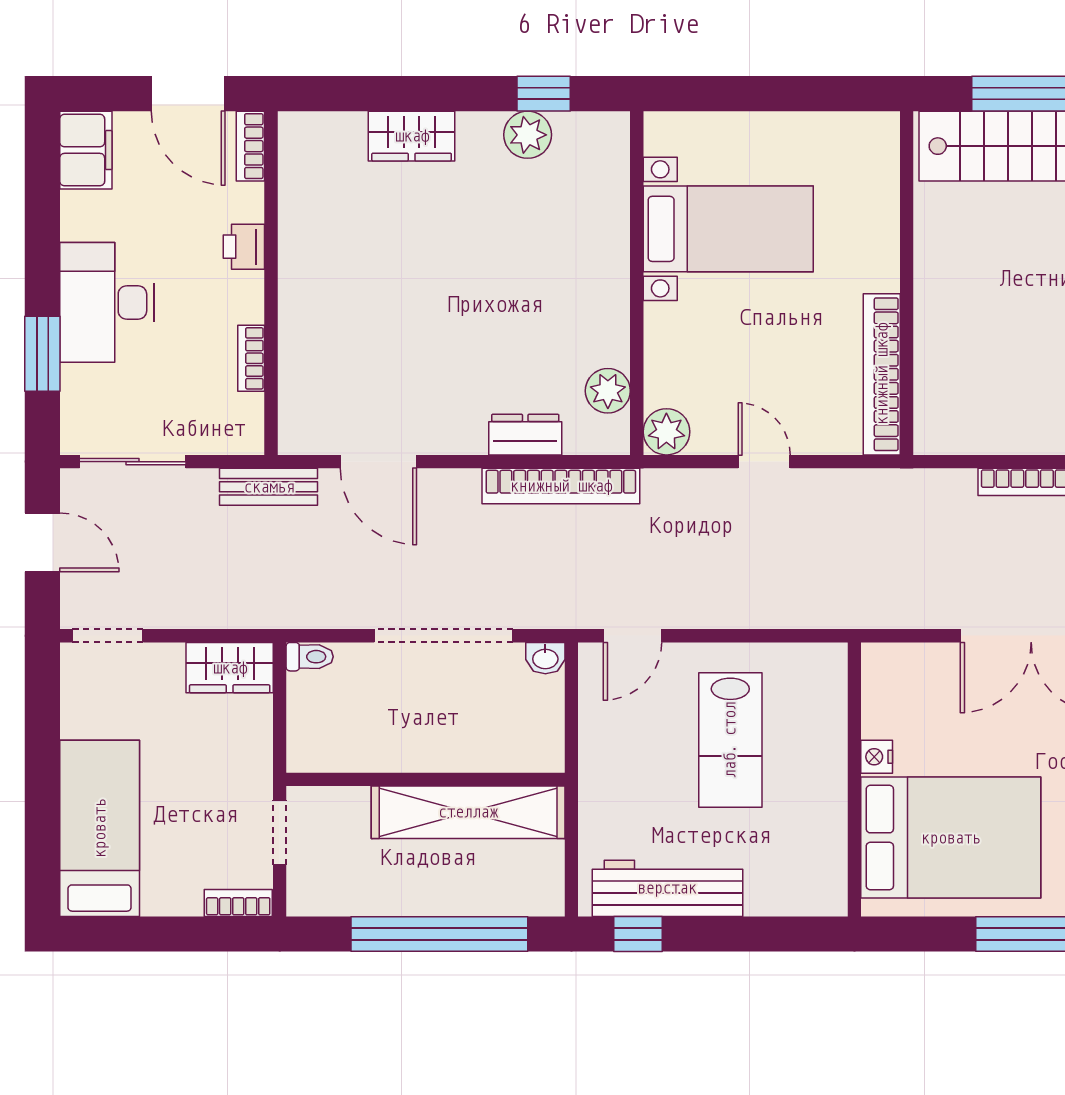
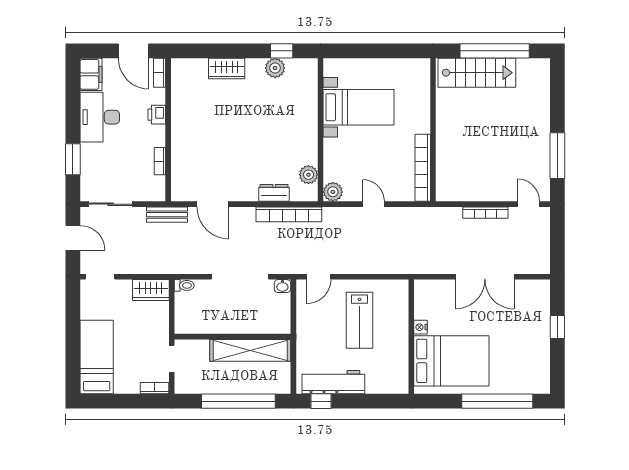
desk: (107, 302) -> (100, 117), moved

